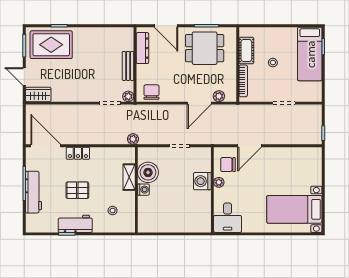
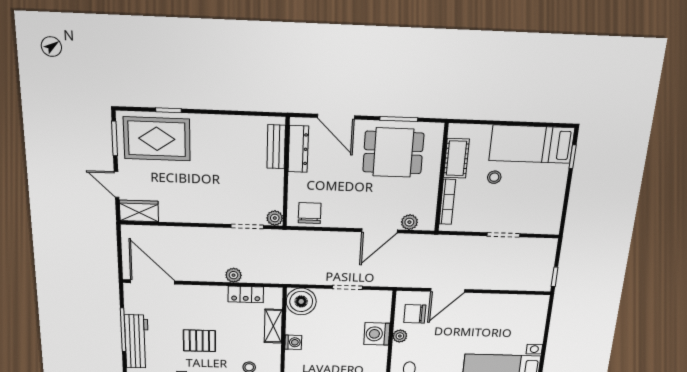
bed: (310, 54) -> (532, 144), moved, turned 90
bench: (128, 66) -> (276, 147), moved
plant: (133, 139) -> (234, 275), moved
locker: (78, 153) -> (246, 294), moved
boiler: (148, 172) -> (301, 301), moved

